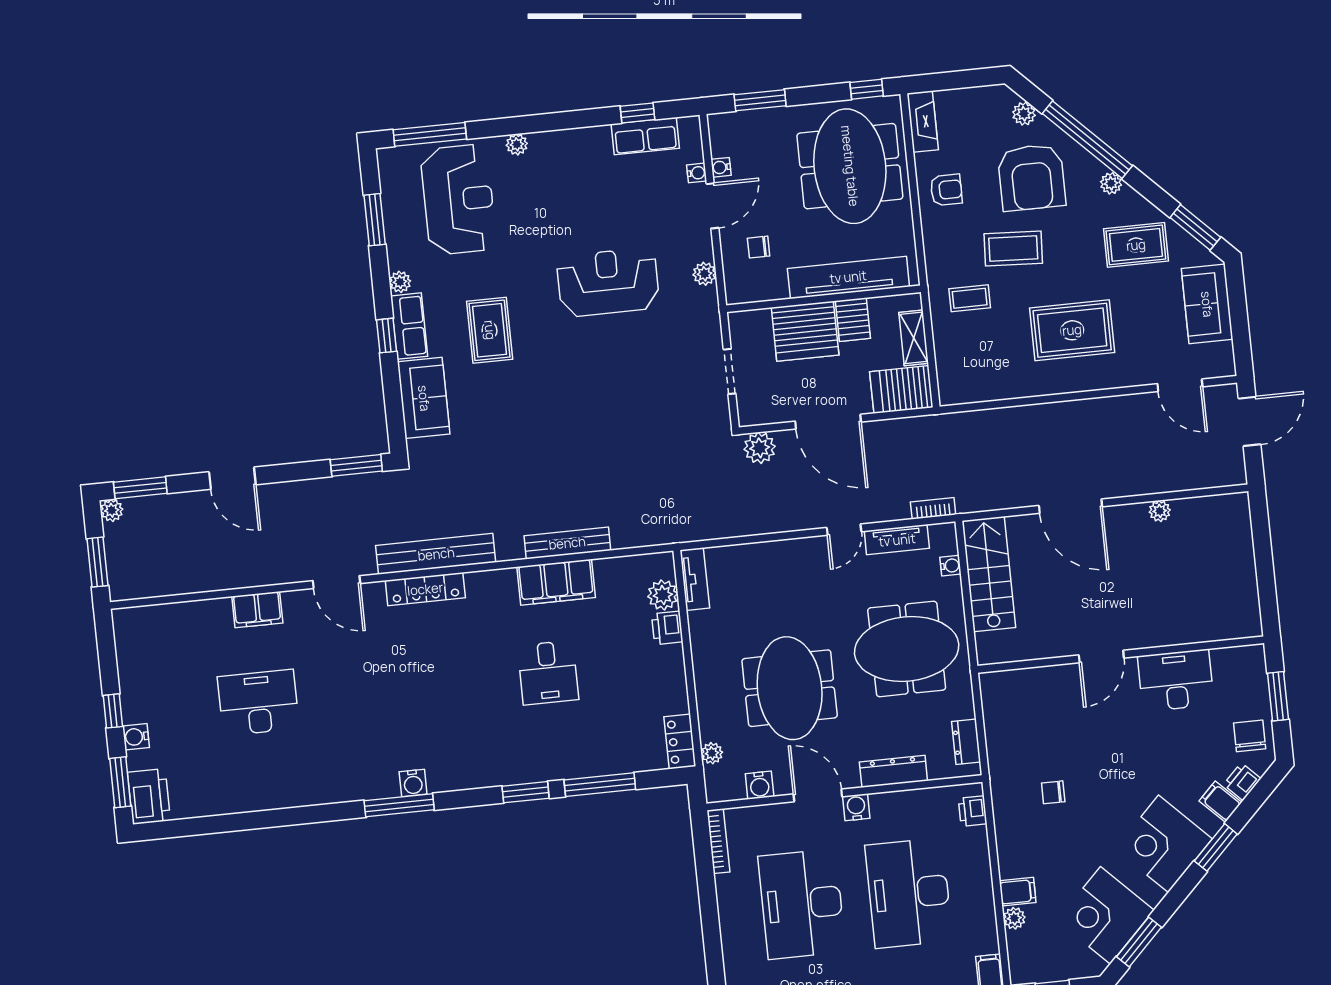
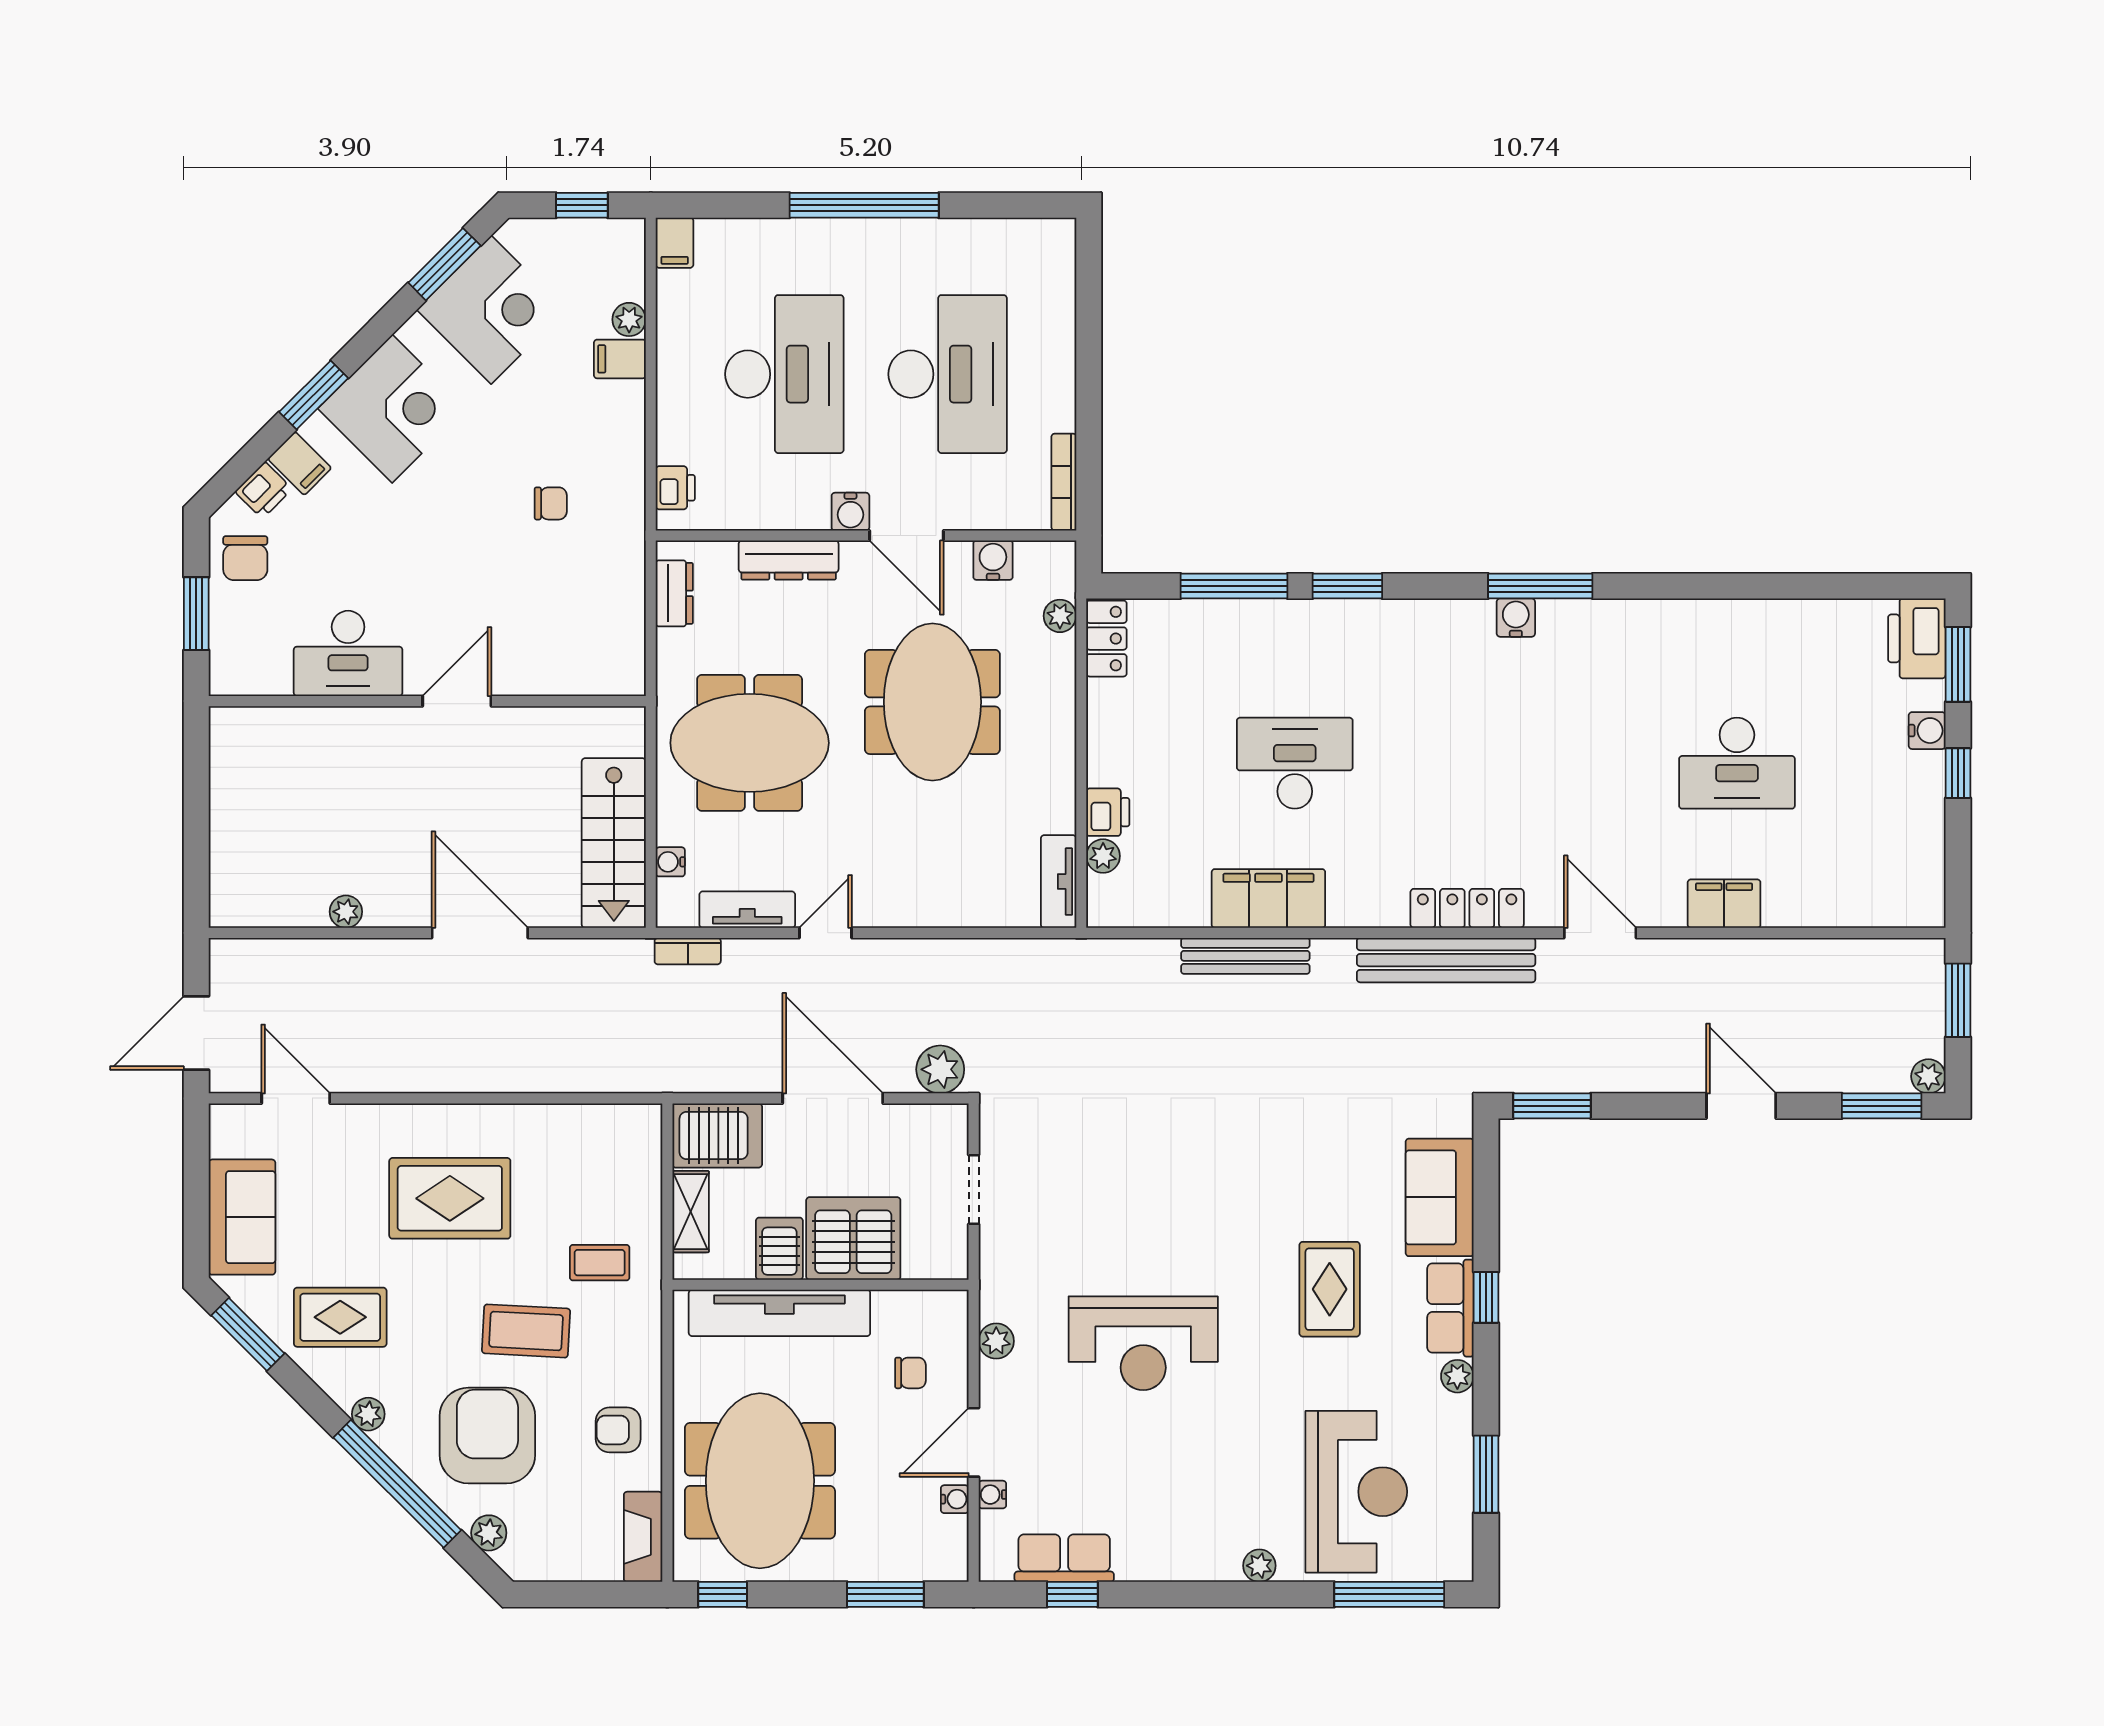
reception desk: (458, 199) -> (1356, 1492), turned 180
plant: (663, 595) -> (1103, 856), width x0.73, depth x0.73
desk: (548, 673) -> (1295, 763), width x1.37

